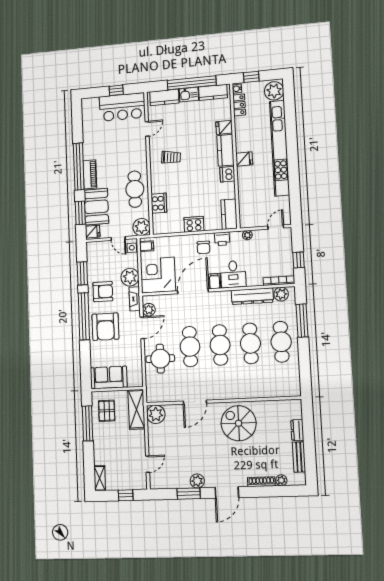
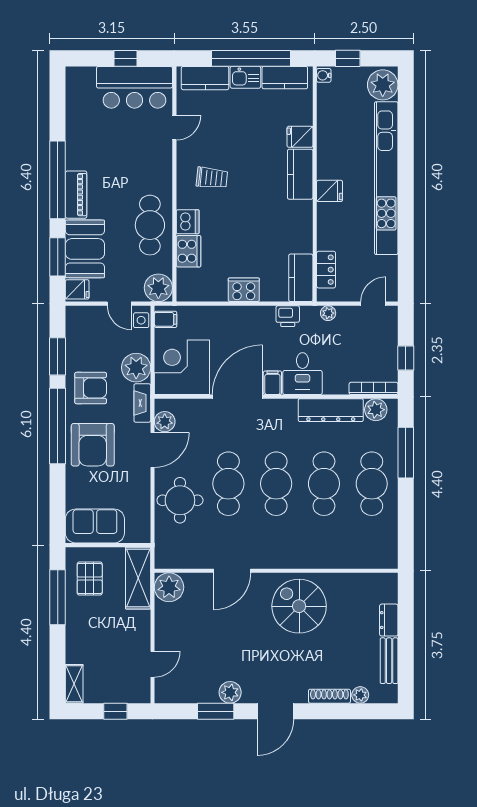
locker: (239, 105) -> (326, 270), moved
dishwasher: (227, 174) -> (188, 222), moved, turned 180
chair: (203, 247) -> (257, 328), removed

